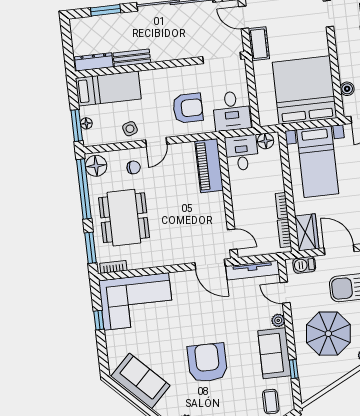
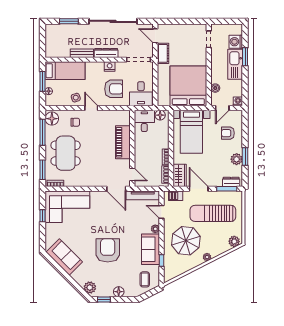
dresser: (94, 62) -> (106, 53), moved
nightstand: (178, 74) -> (110, 67), added
window: (77, 125) -> (42, 81), moved
door: (156, 142) -> (91, 108), swing flipped
piano: (209, 166) -> (123, 142), moved
window: (84, 189) -> (42, 132), width x0.68

